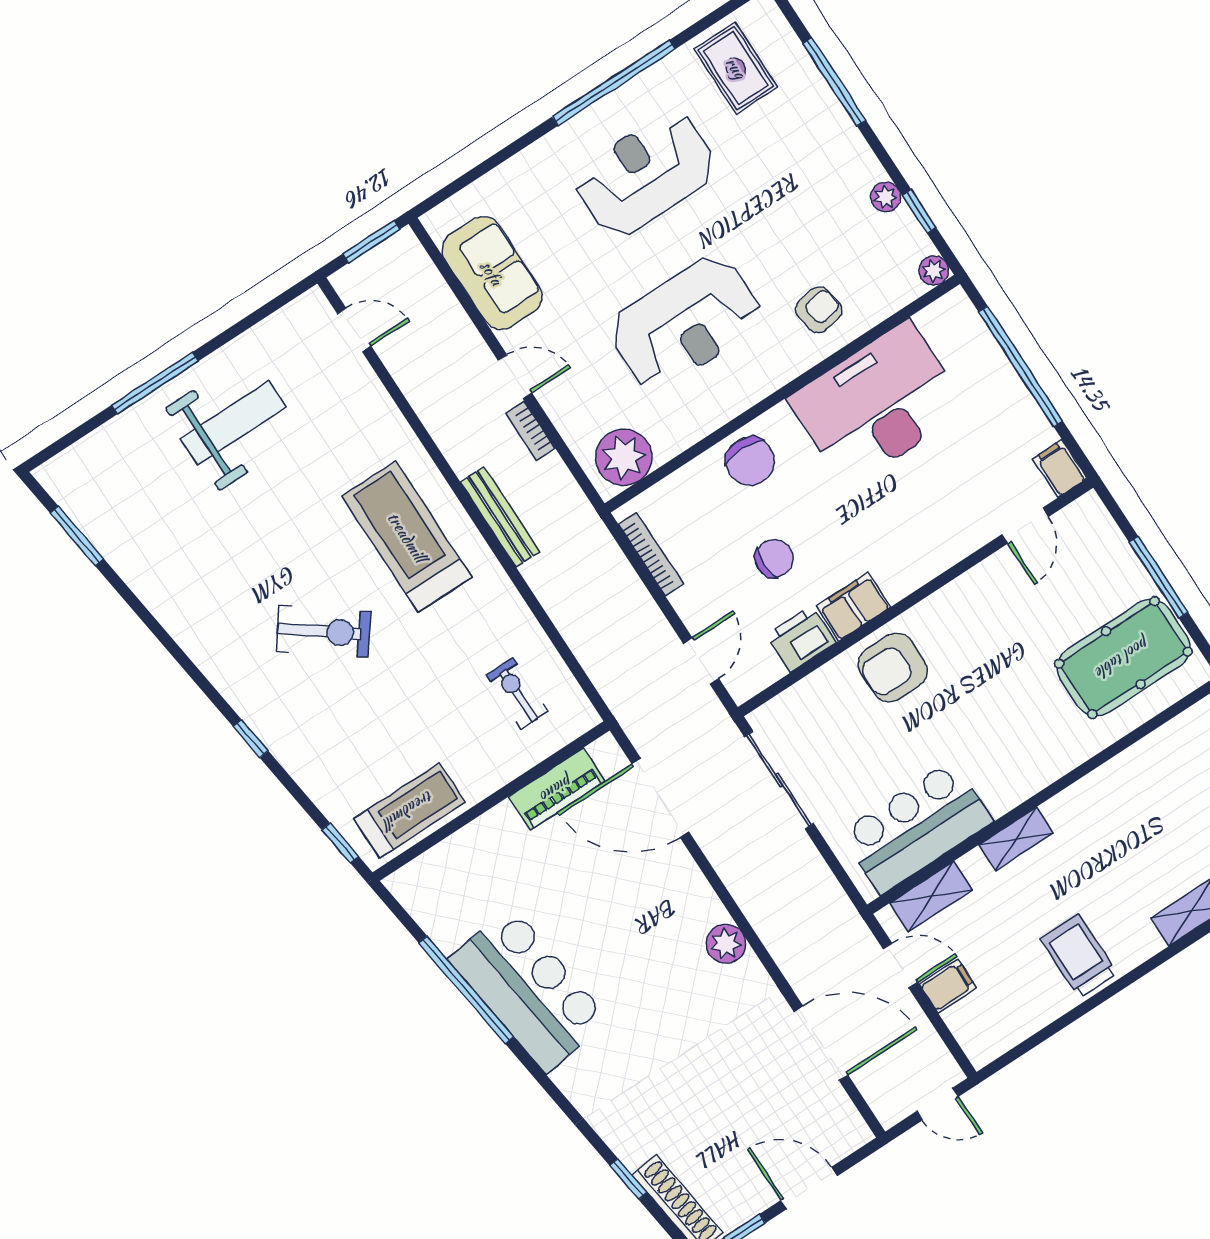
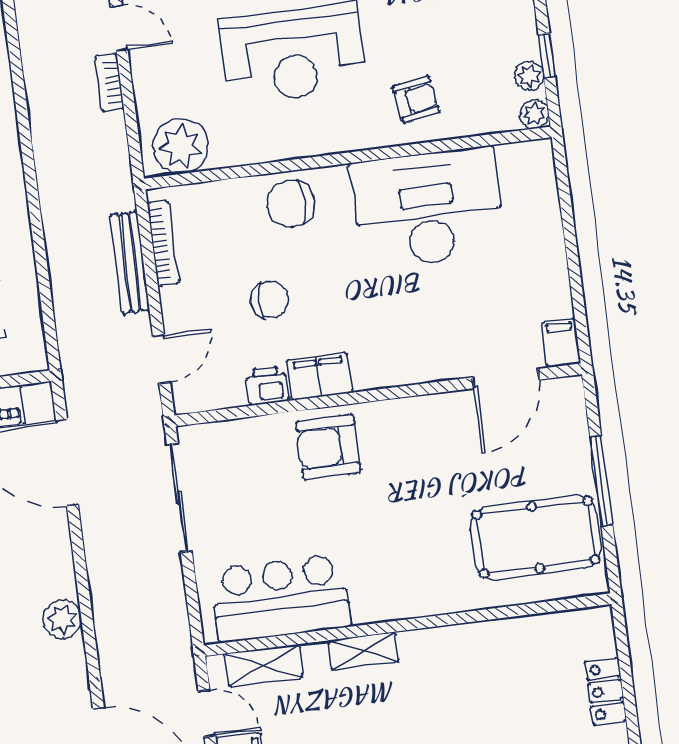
plant: (886, 197) -> (529, 76), moved
window: (1021, 366) -> (570, 236), removed
chair: (750, 461) -> (290, 204), turned 90
bench: (500, 517) -> (130, 263), moved
door: (1025, 526) -> (506, 379), width x1.38
printer: (801, 639) -> (267, 386), width x0.73, depth x0.81

